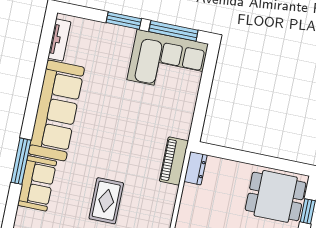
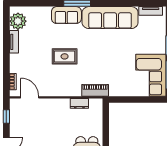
dresser: (196, 168) -> (79, 103), moved

